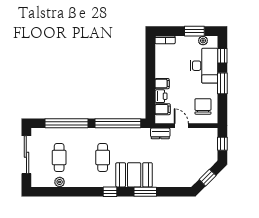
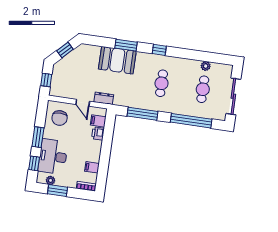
filing cabinet: (162, 84) -> (92, 167), moved
window: (118, 123) -> (142, 114), width x0.68
booth: (134, 175) -> (117, 60), moved

